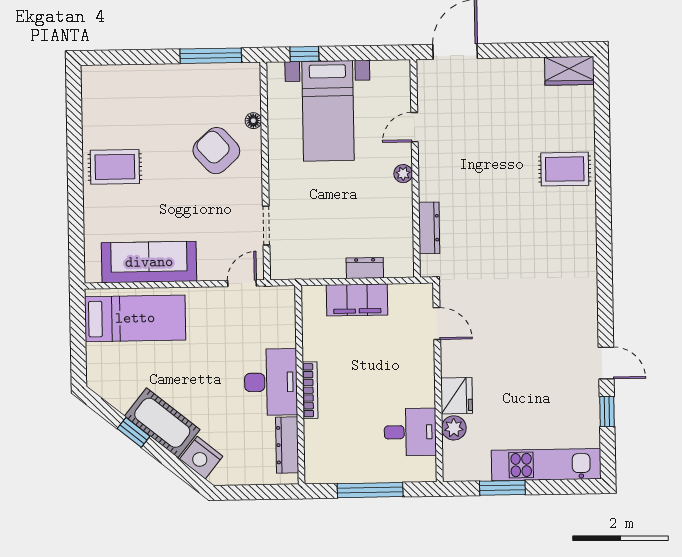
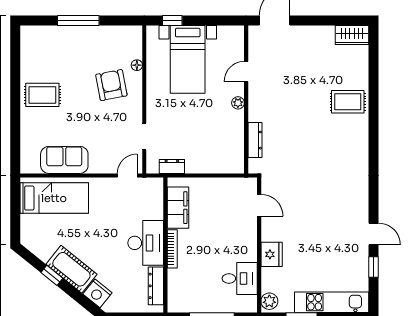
window: (211, 56) -> (78, 21), moved
armchair: (216, 151) -> (111, 85), turned 31
sofa: (149, 262) -> (64, 160), width x0.73
dresser: (365, 268) -> (172, 167), moved
filing cabinet: (357, 300) -> (178, 208), moved, turned -90
plant: (454, 428) -> (269, 301), moved

